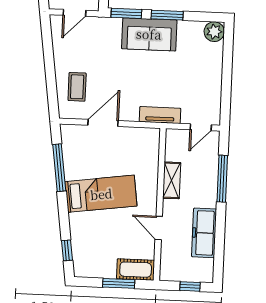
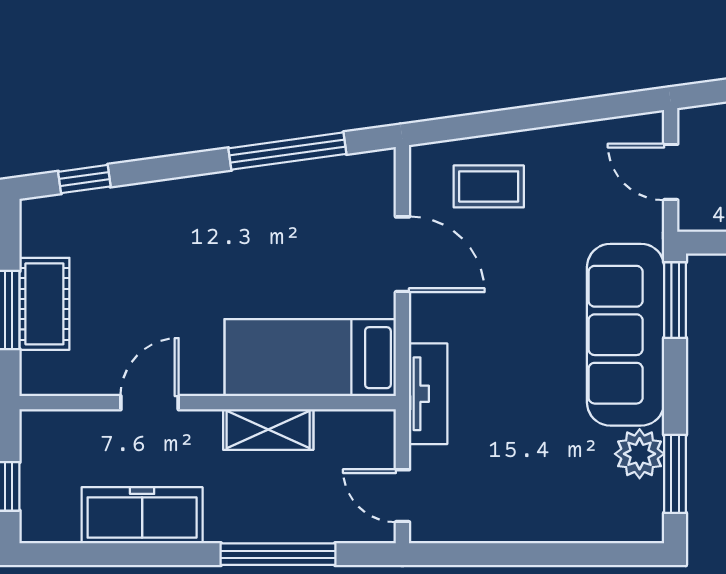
window: (167, 15) -> (675, 474), moved
plant: (214, 32) -> (640, 454), moved
sofa: (149, 34) -> (626, 335), width x1.36
bed: (101, 194) -> (310, 358), moved, turned 98
cot: (136, 270) -> (44, 304), moved

